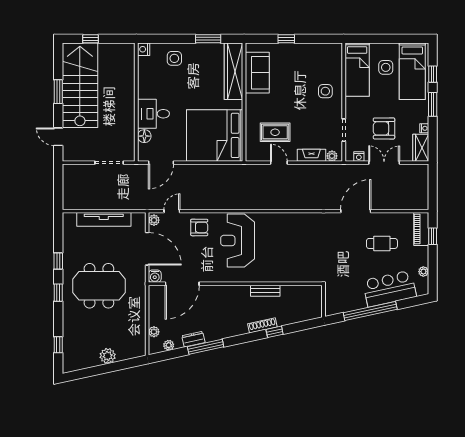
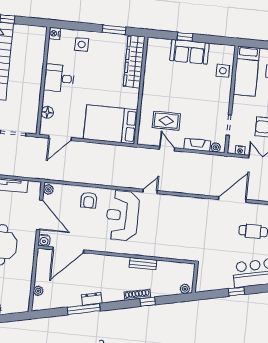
sofa: (257, 73) -> (189, 52), moved, turned 90
side table: (325, 91) -> (223, 71), moved
desk: (153, 114) -> (59, 78), moved
bed: (215, 135) -> (111, 124), width x0.73
door: (172, 211) -> (150, 191), moved
armchair: (199, 227) -> (89, 200), turned 90
window: (370, 311) -> (236, 292), width x0.32
dresser: (193, 339) -> (92, 299), moved
plant: (169, 345) -> (185, 289), moved

